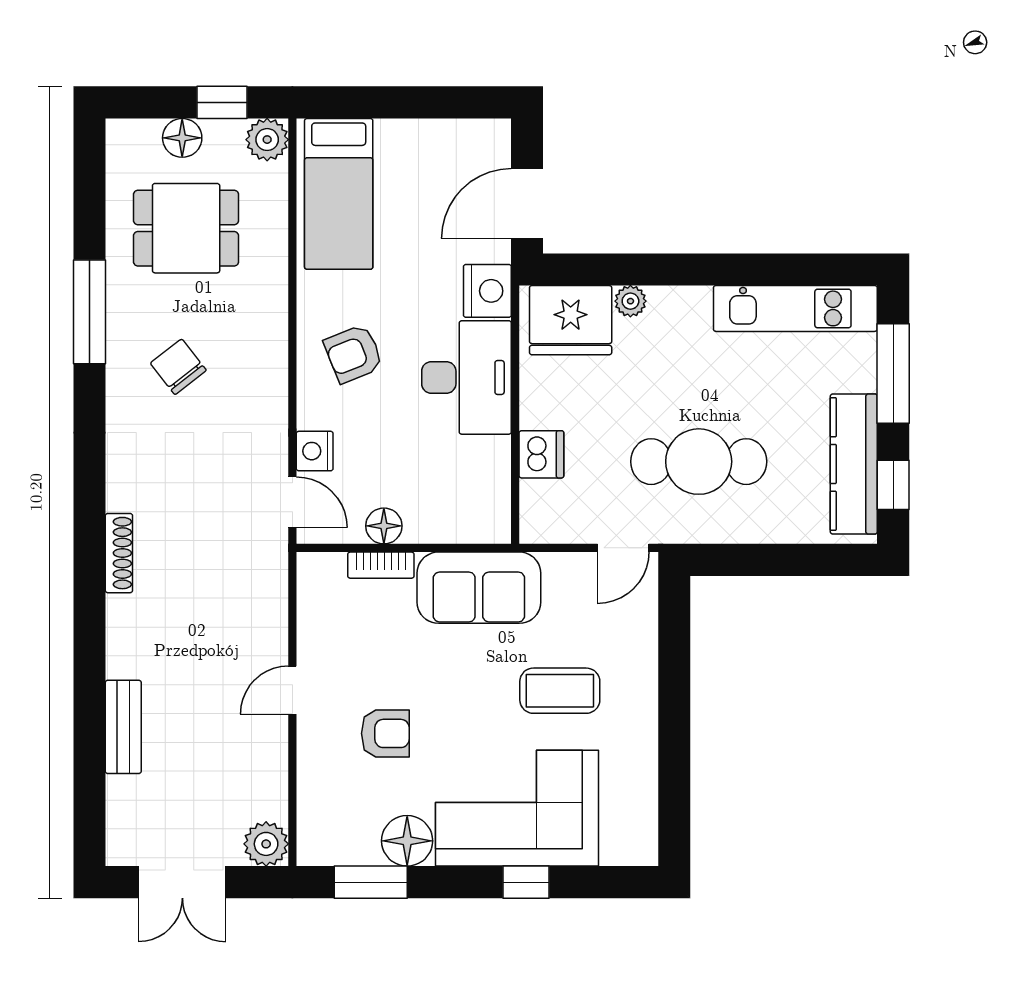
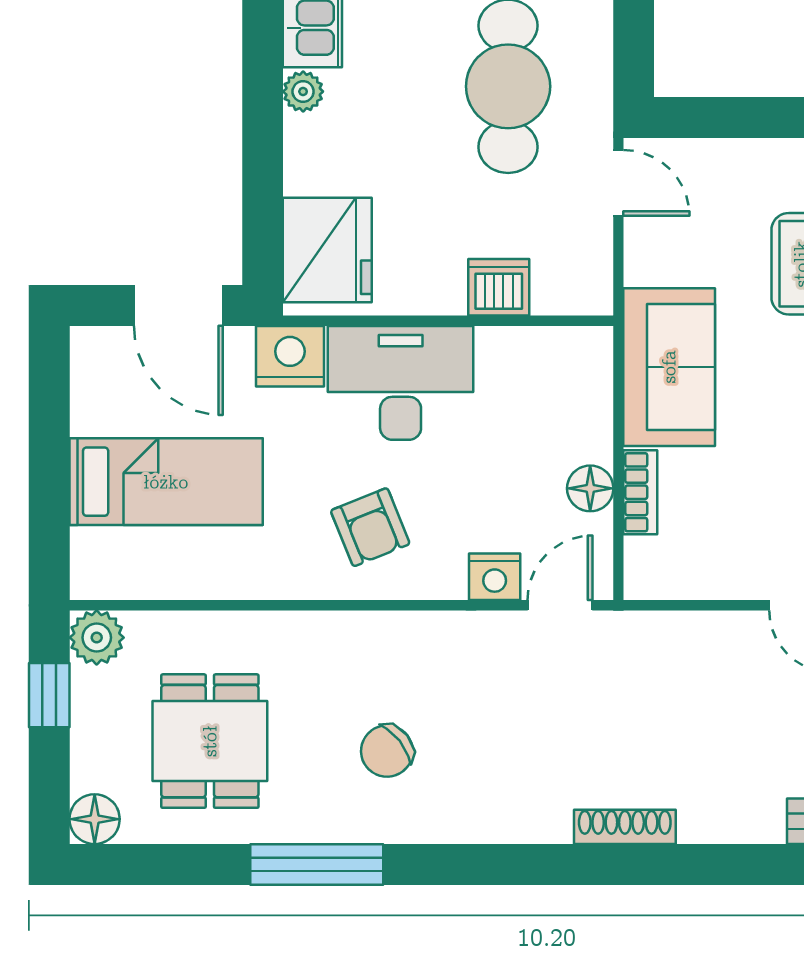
floor lamp: (182, 138) -> (95, 819), moved
bed: (339, 194) -> (166, 482), moved
plant: (630, 301) -> (303, 92), moved

